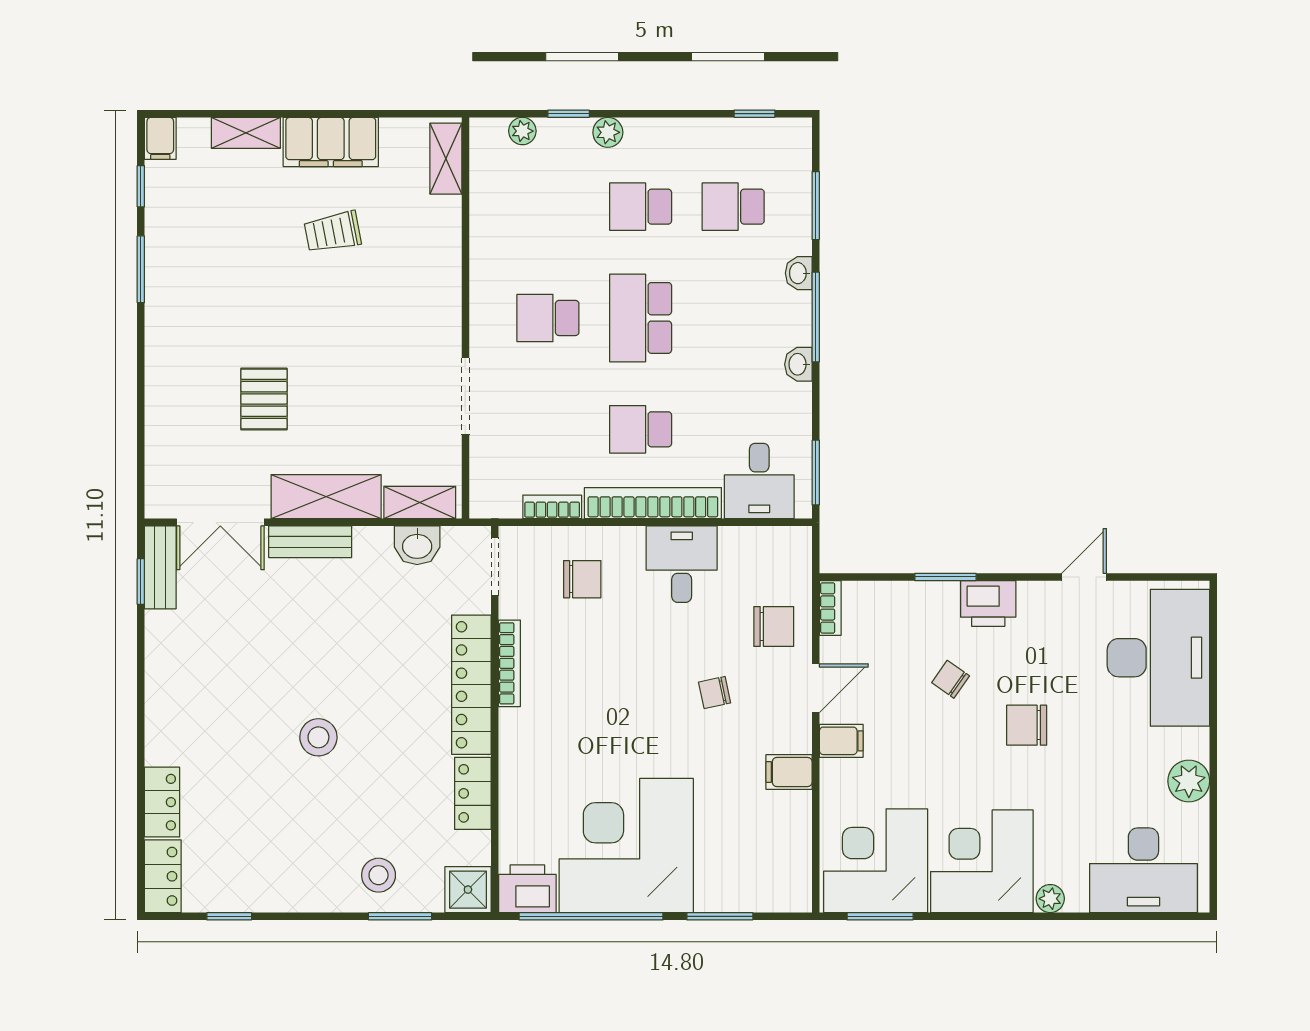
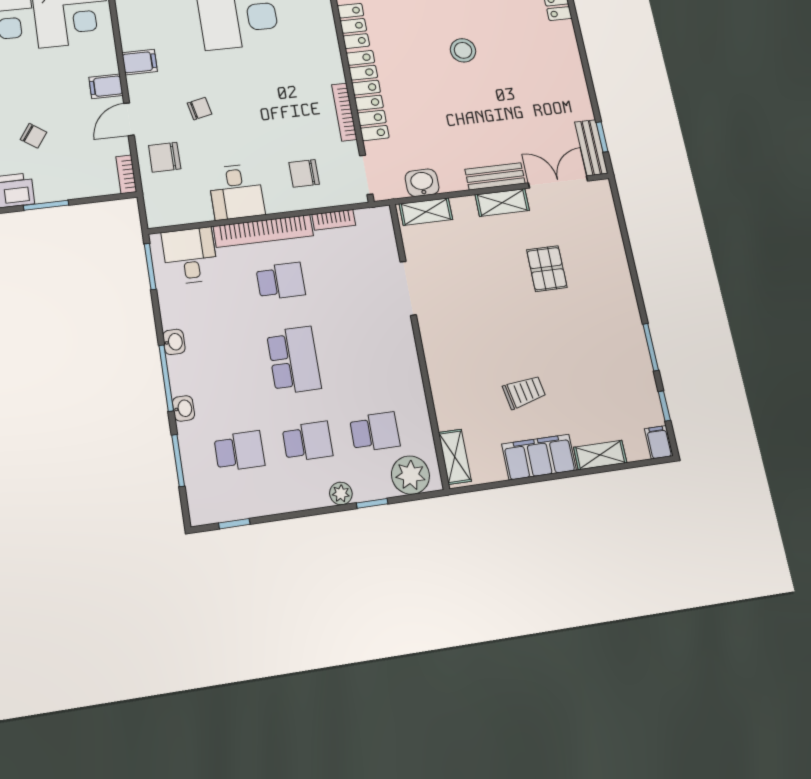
plant: (522, 131) -> (410, 475), width x1.87, depth x1.87
school desk: (548, 318) -> (375, 432), moved
shelving: (326, 497) -> (502, 203), width x0.67, depth x0.75

